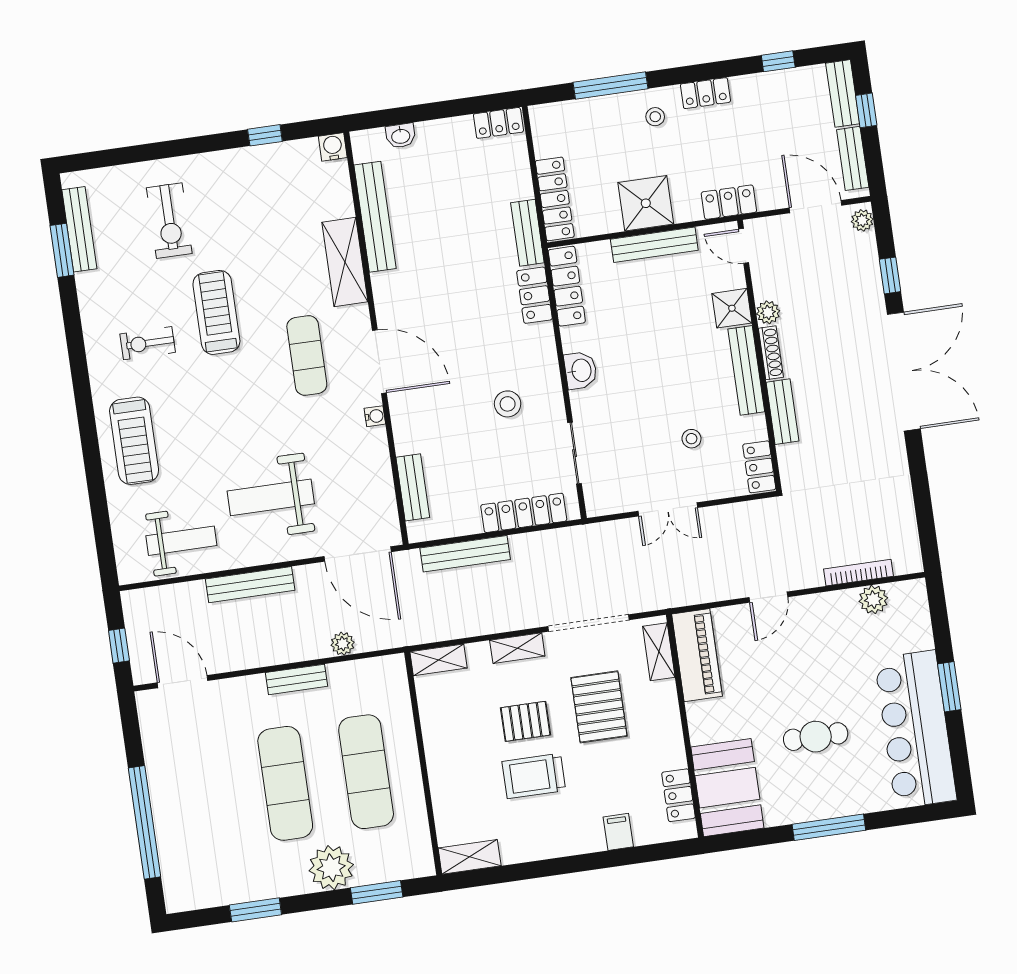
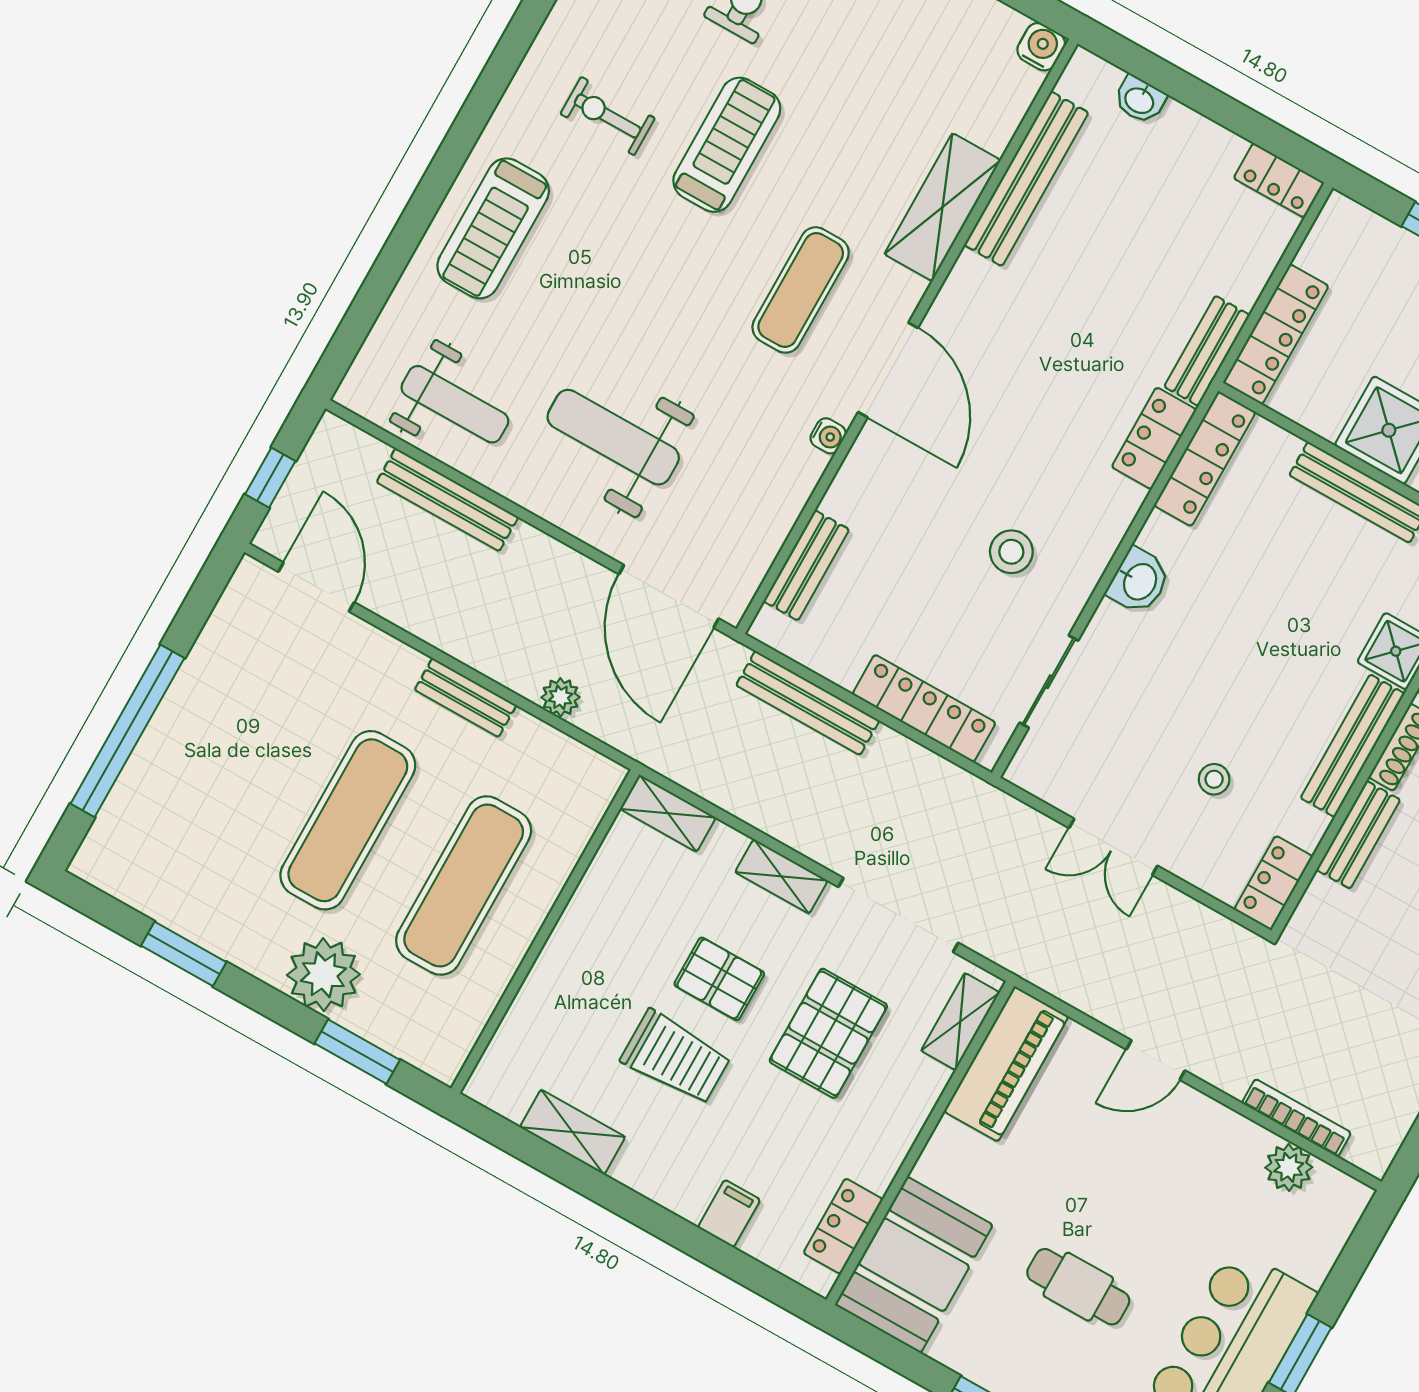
bench: (250, 585) -> (447, 500), moved
trolley: (534, 776) -> (676, 1058), turned 180
shelving: (470, 857) -> (572, 1132), moved

